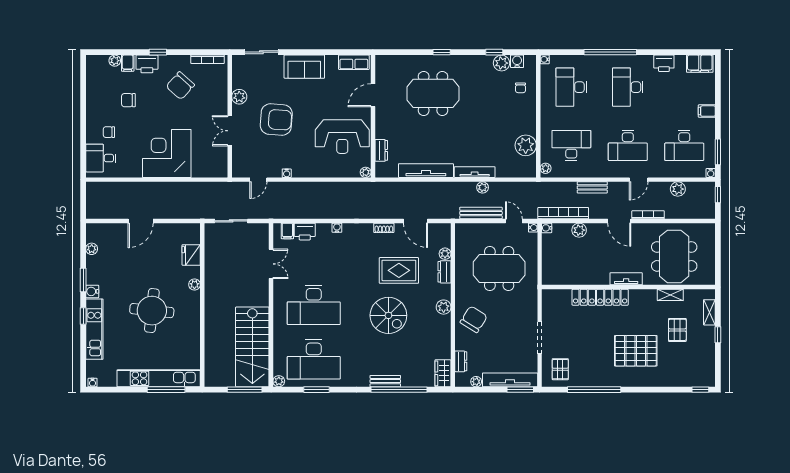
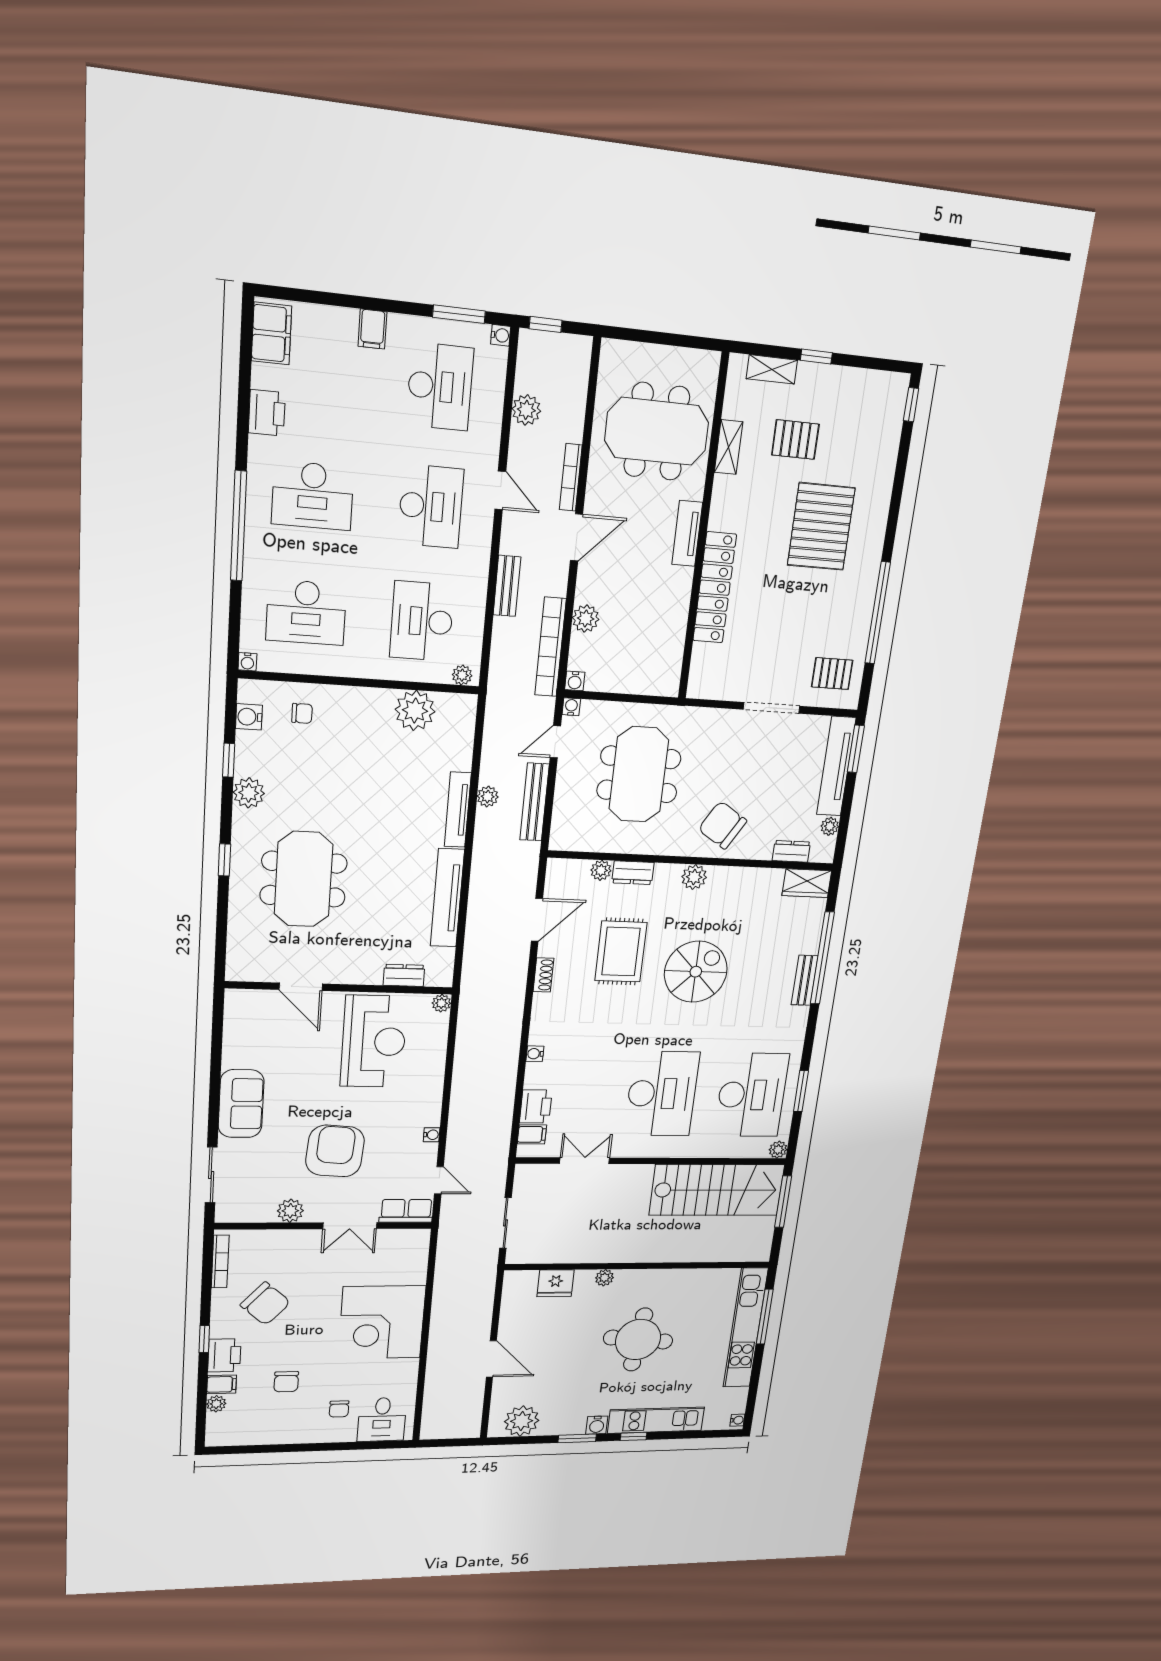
row of seats: (354, 62) -> (406, 1211), moved, turned -90
plant: (502, 63) -> (249, 793), moved
plant: (92, 249) -> (522, 1421), width x1.87, depth x1.87

